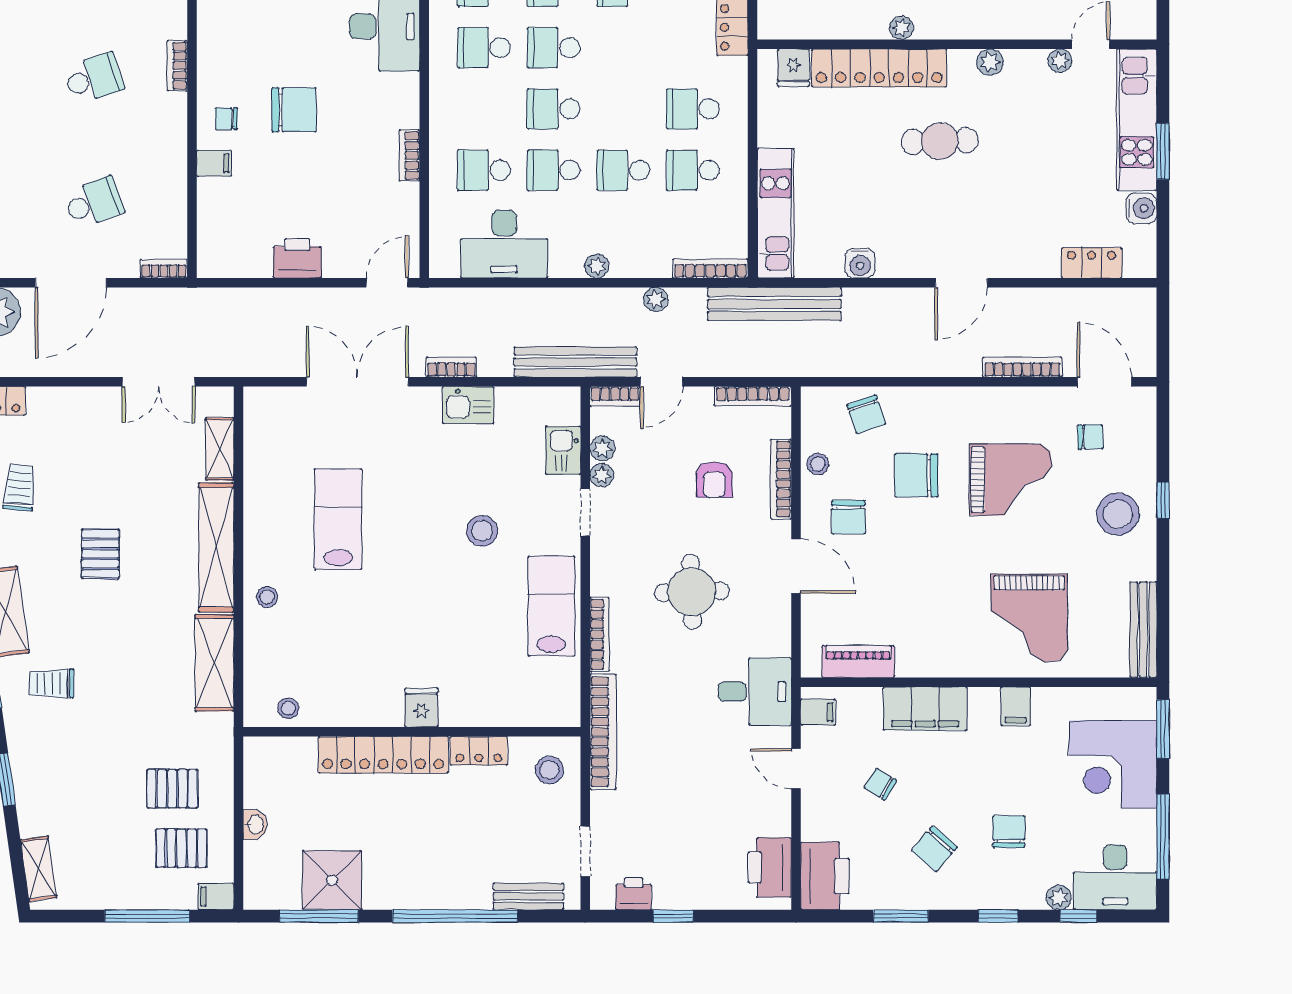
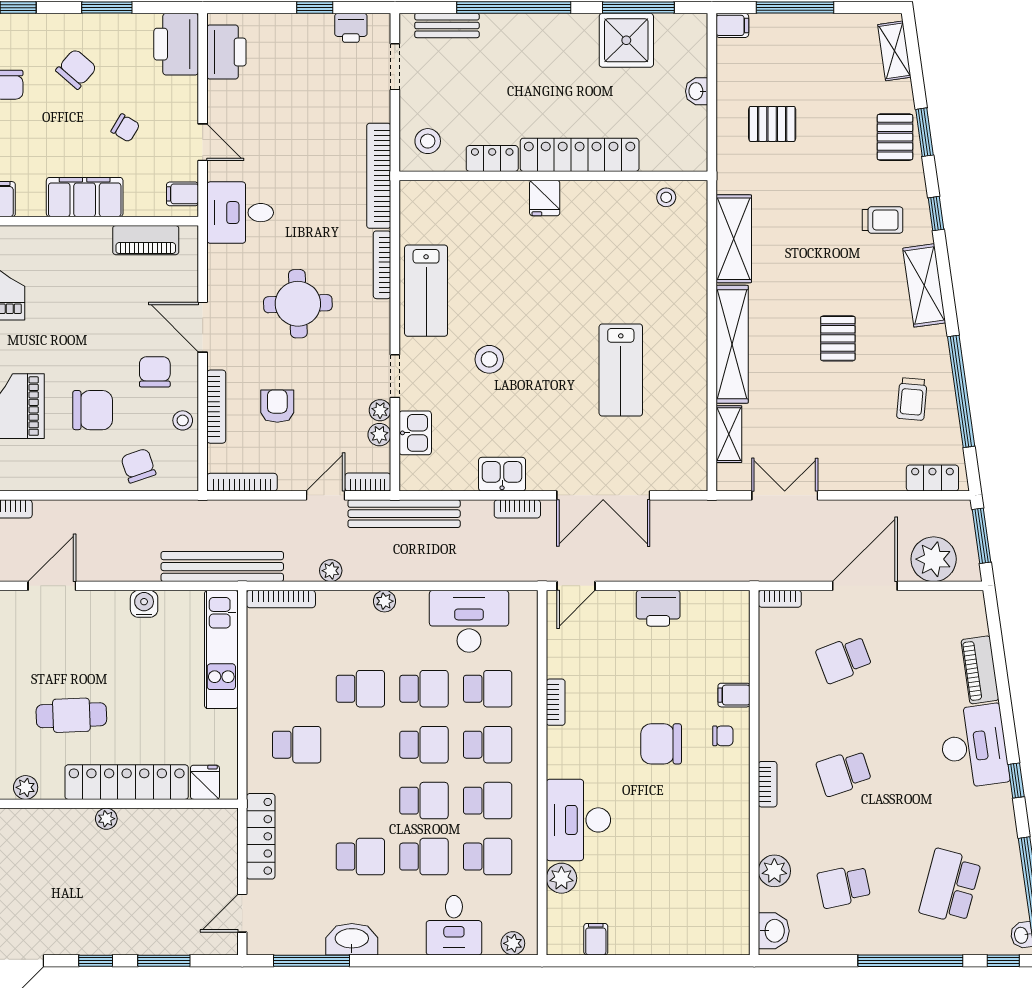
school desk: (693, 170) -> (488, 745), moved
stool: (267, 597) -> (686, 299), removed
pallet: (181, 848) -> (895, 137), moved, turned 90

